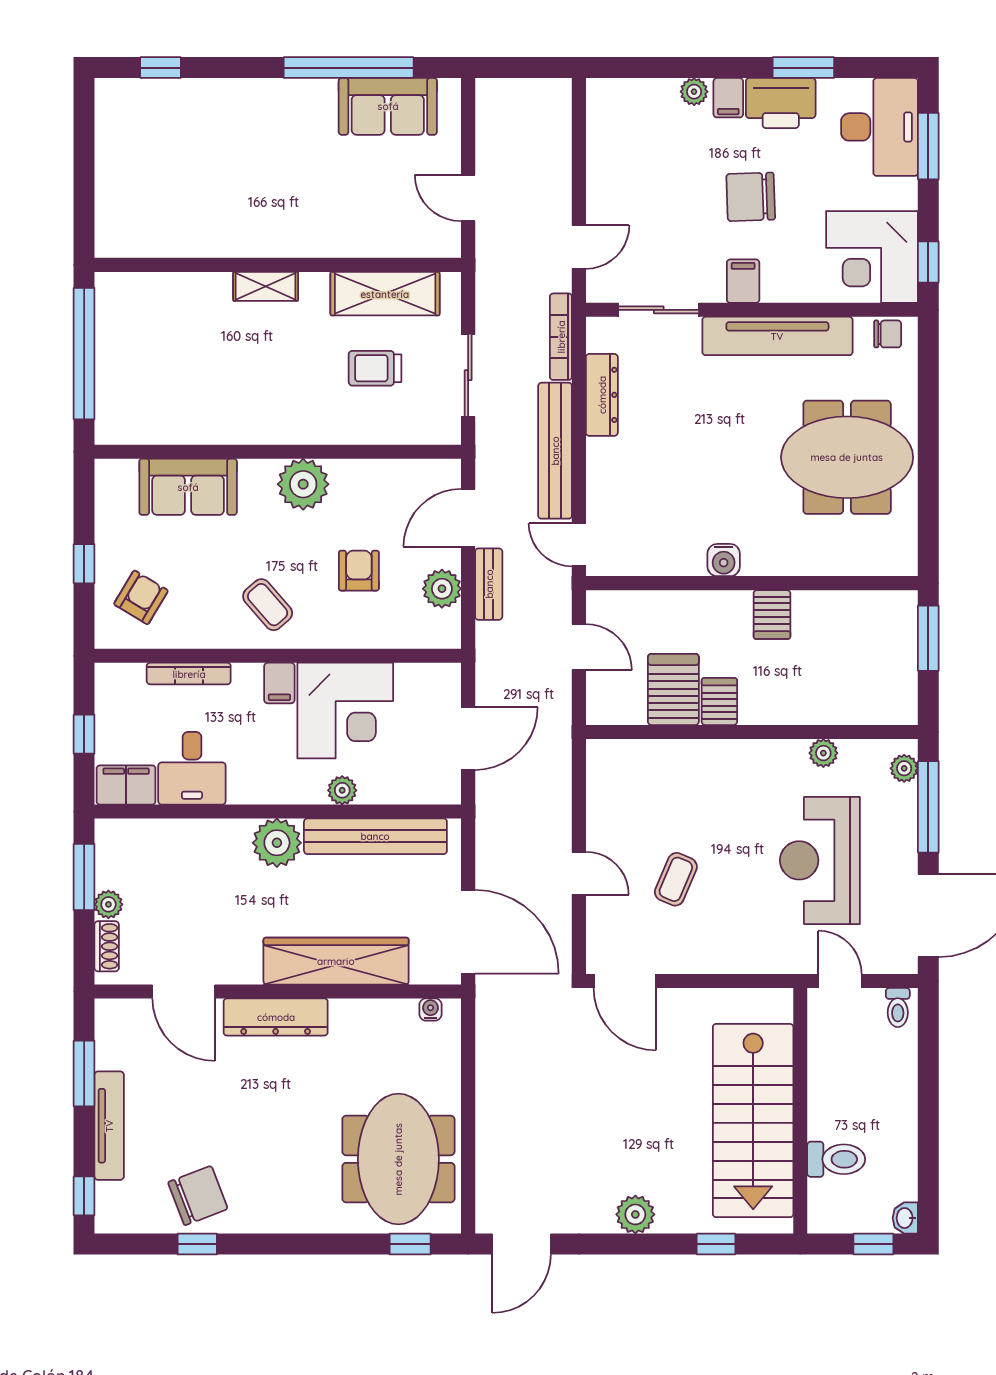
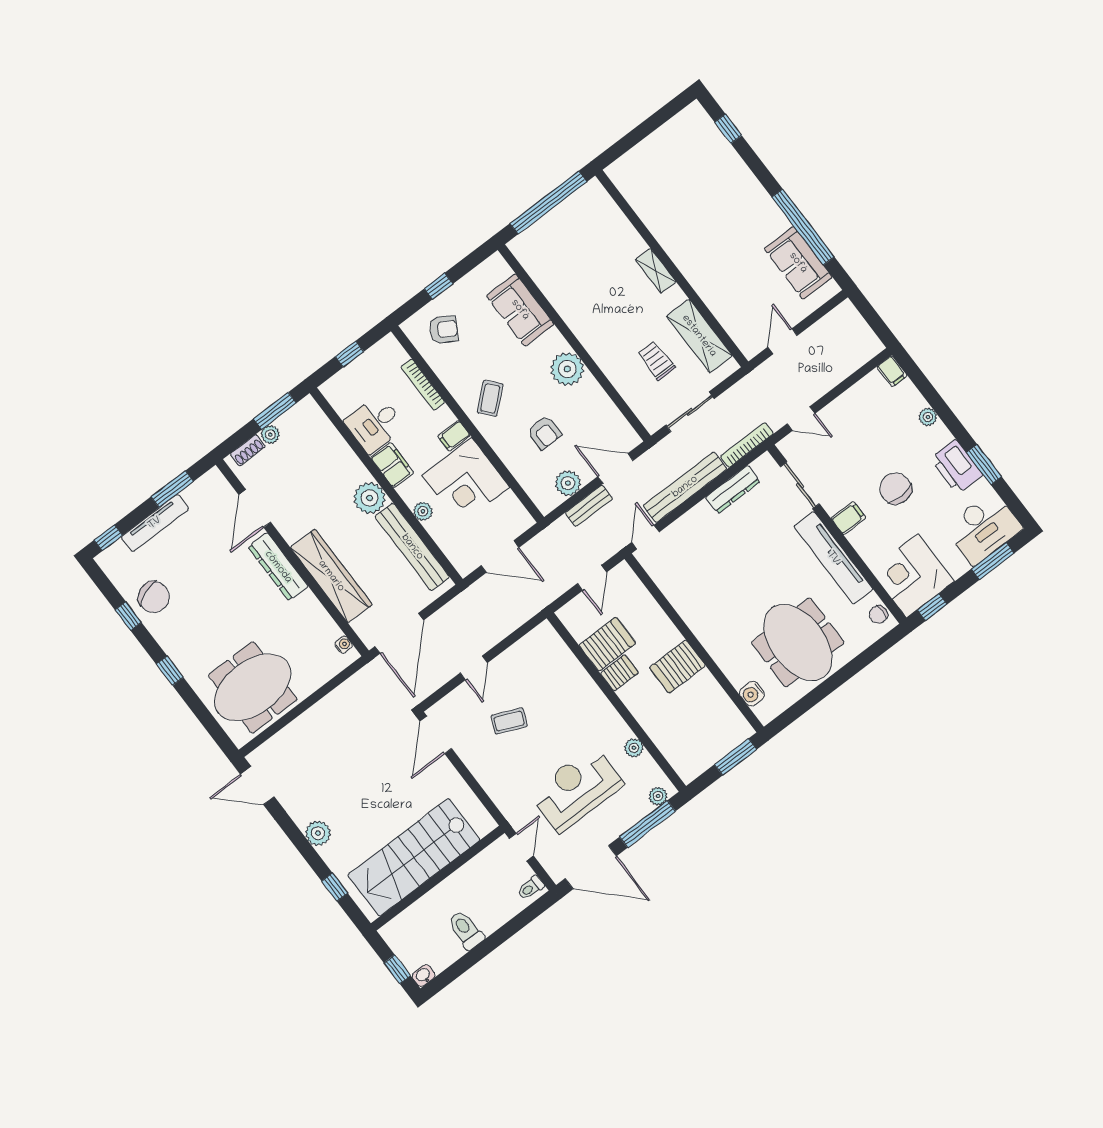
filing cabinet: (728, 98) -> (892, 371), moved, turned -90
chair: (888, 334) -> (878, 615), turned 90
water cooler: (724, 560) -> (752, 694), moved
armchair: (359, 571) -> (544, 432), turned 90
server rack: (772, 615) -> (677, 667), width x1.36, depth x1.44
filing cabinet: (126, 785) -> (392, 465), moved
toilet: (836, 1159) -> (466, 930), moved, turned 180
window: (410, 1244) -> (170, 671), moved

